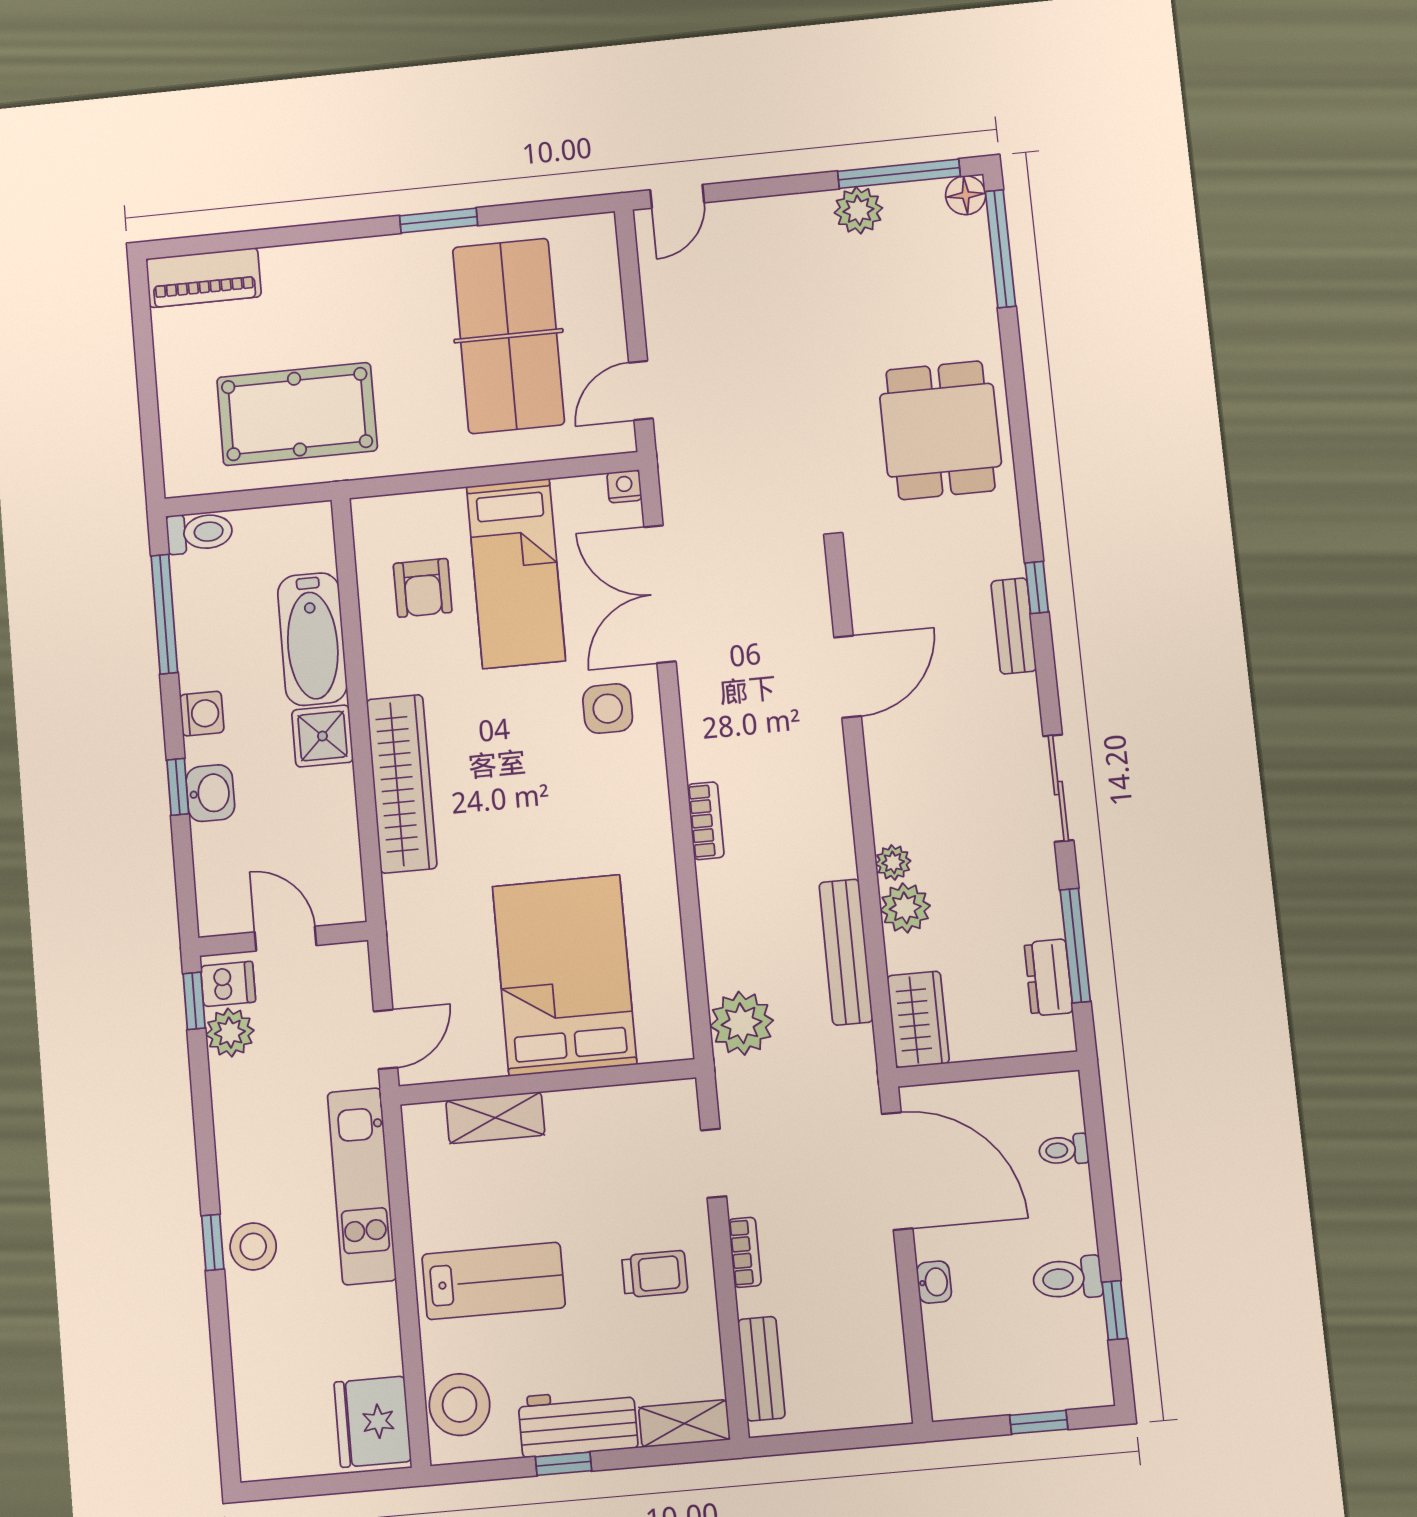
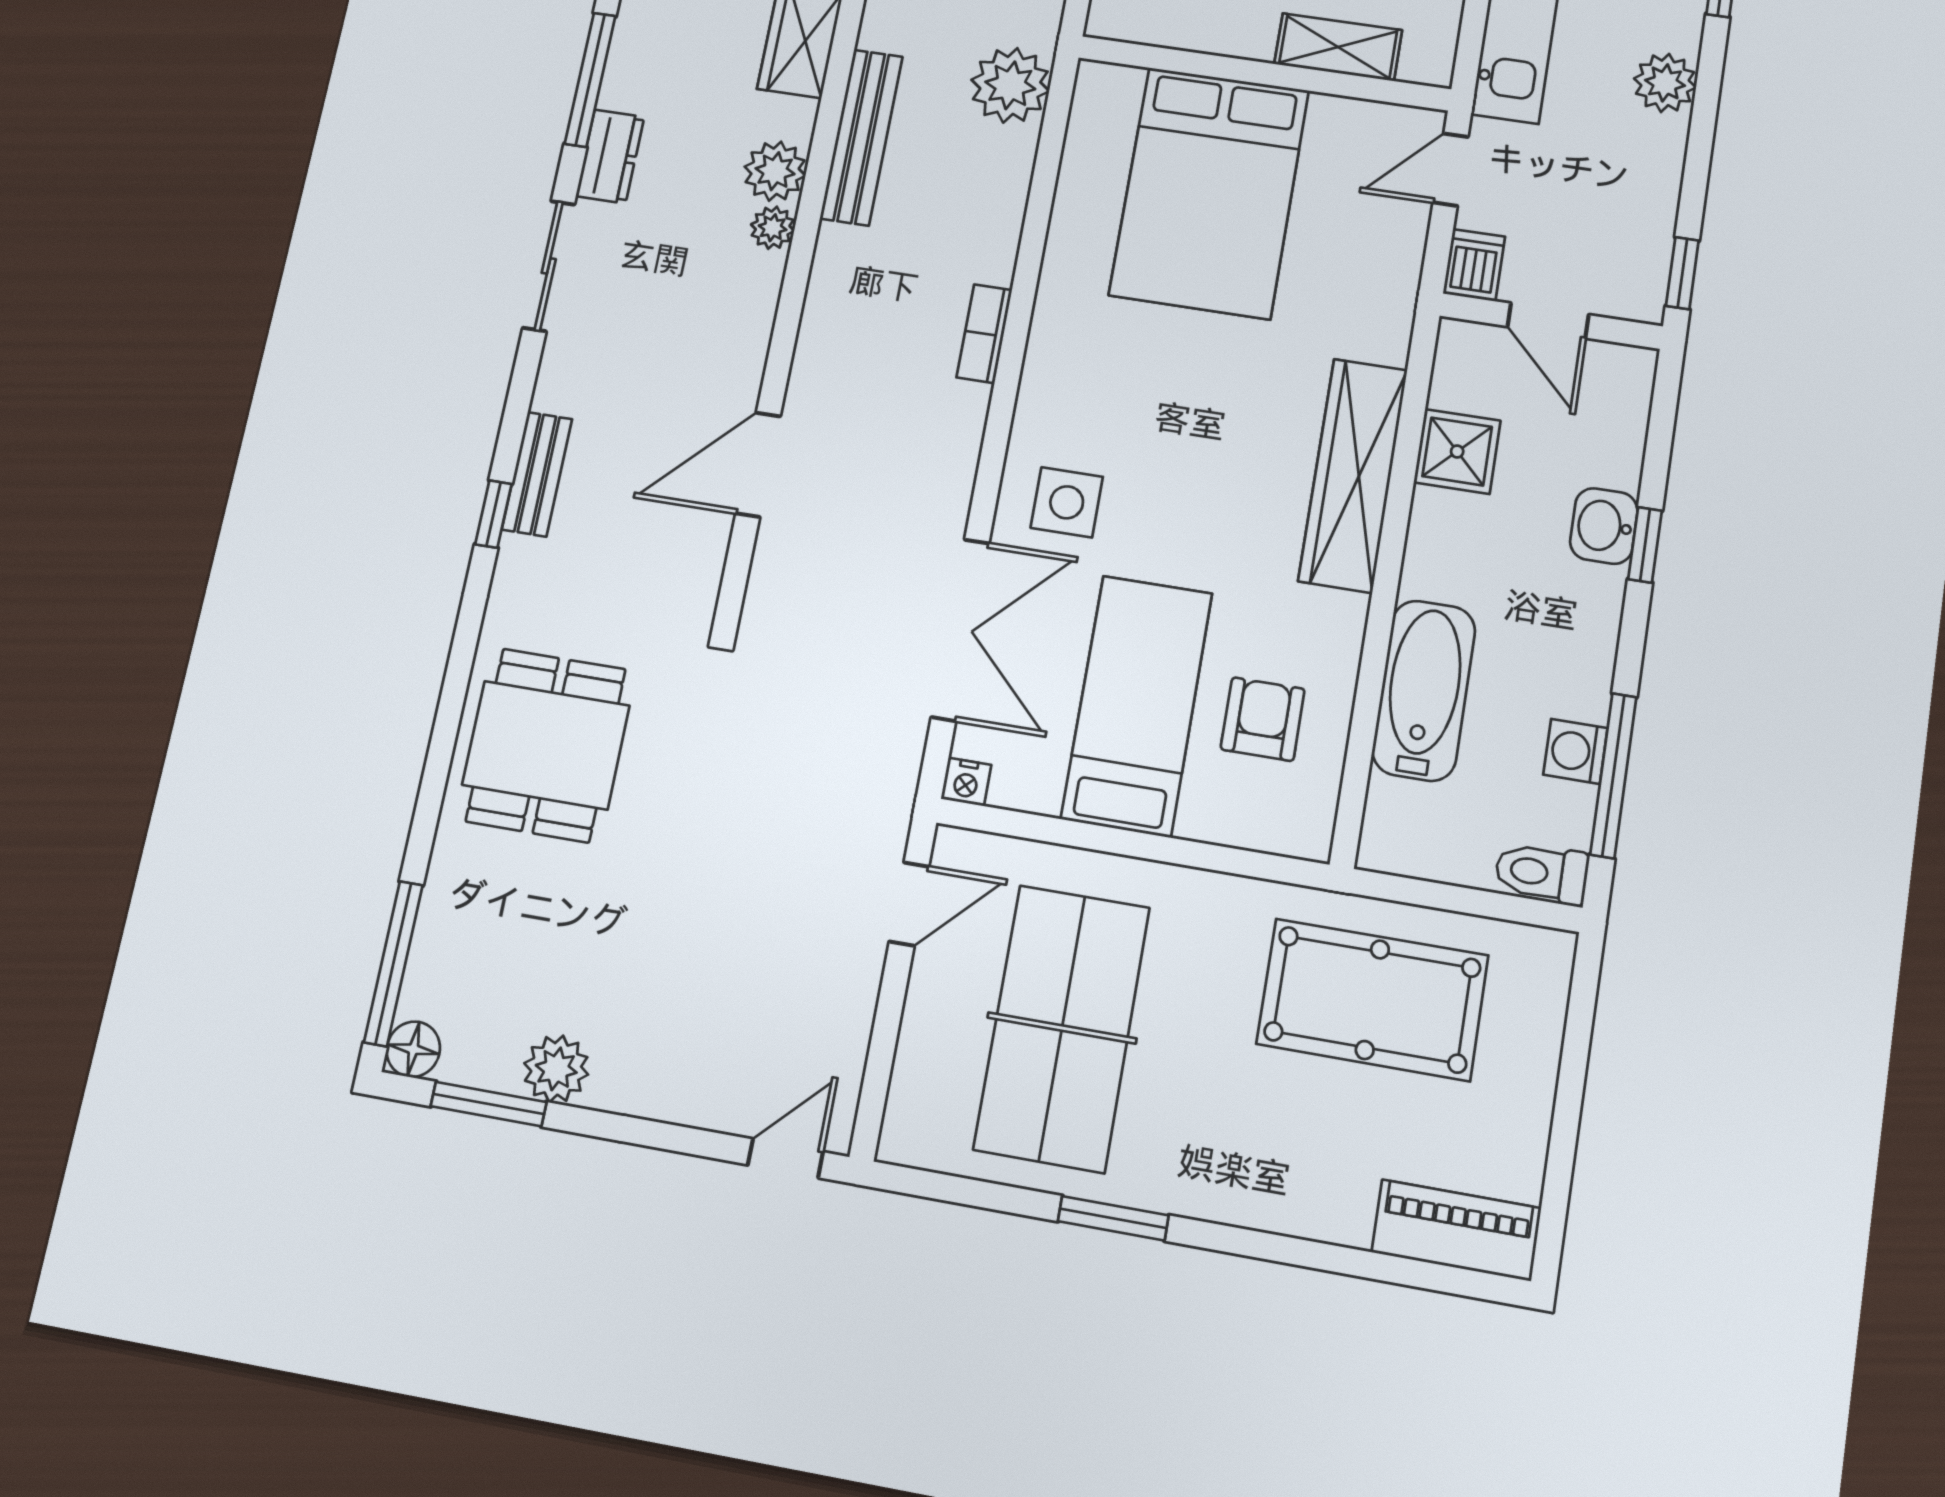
window: (899, 174) -> (489, 1104), width x0.69
washing machine: (202, 714) -> (1575, 751), moved
shower: (322, 736) -> (1457, 451), moved
dresser: (1049, 978) -> (610, 156), moved
dishwasher: (228, 984) -> (1474, 265), moved, turned 90
plant: (230, 1033) -> (1665, 83), moved

